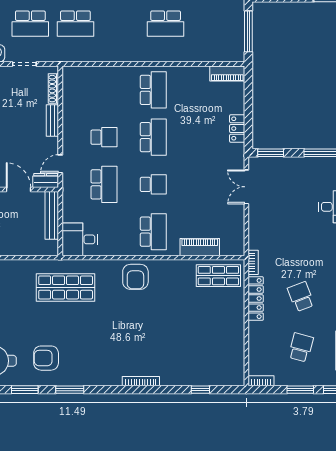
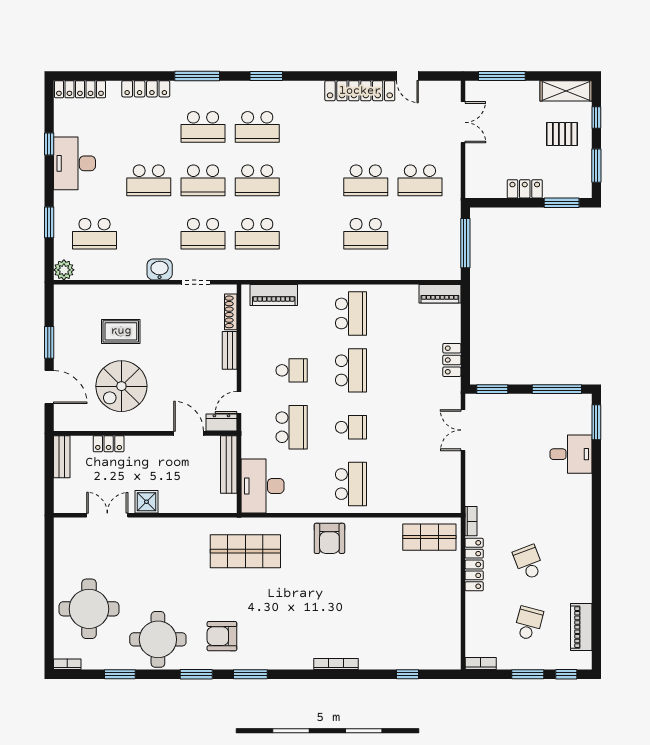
desk: (80, 239) -> (263, 486), width x1.37
piano: (200, 247) -> (274, 295), moved, turned 180

